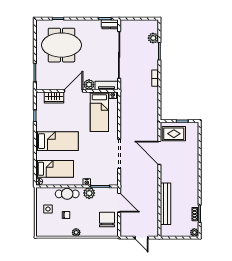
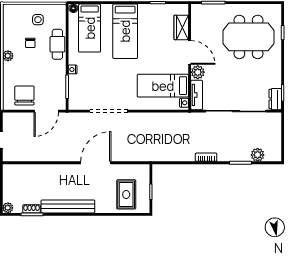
meeting table: (61, 45) -> (249, 37), turned 90
rug: (174, 134) -> (126, 194), moved
door: (159, 153) -> (96, 163), moved
plant: (89, 193) -> (58, 73), removed
bench: (166, 204) -> (68, 206), moved
chair: (107, 220) -> (24, 95), turned -90

